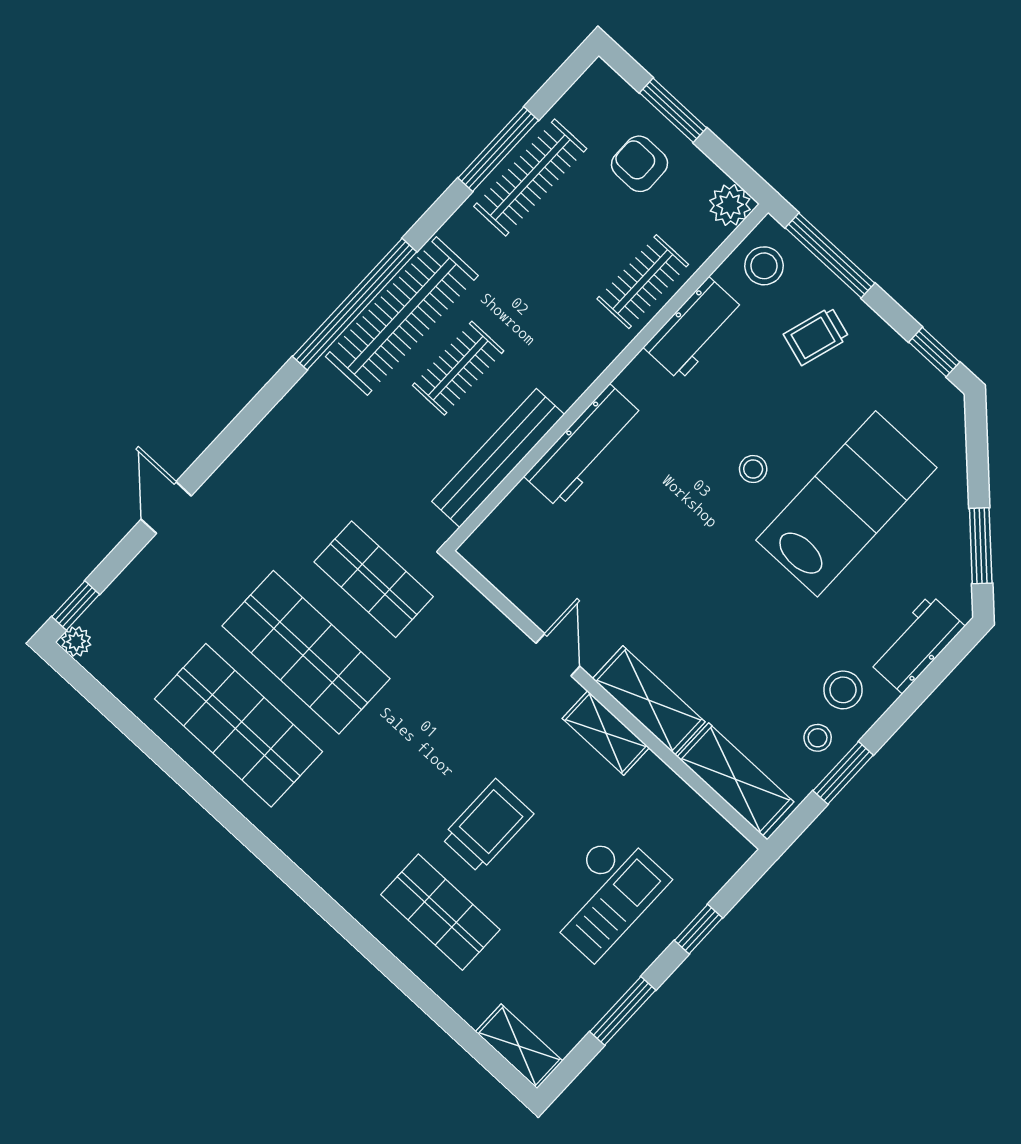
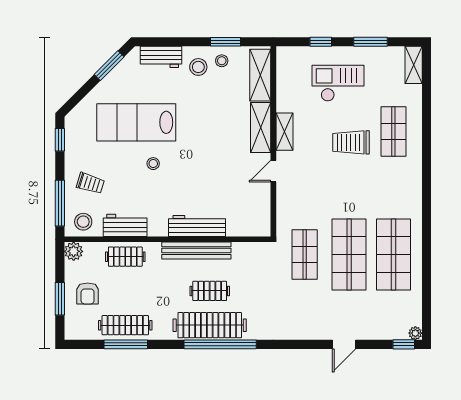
bench: (498, 458) -> (196, 251), moved

